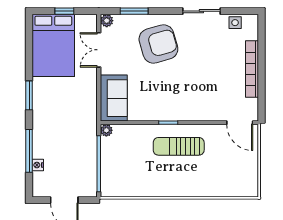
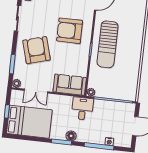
armchair: (192, 89) -> (70, 31), added
floor lamp: (40, 108) -> (71, 136), added
desk: (81, 120) -> (82, 109), added
sun lounger: (179, 146) -> (108, 44), width x1.36, depth x1.34

